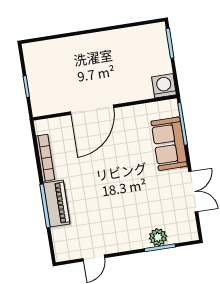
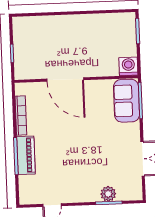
door: (92, 110) -> (65, 79), hinge flipped
sofa: (169, 144) -> (126, 101), moved

